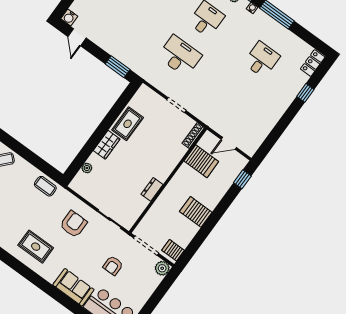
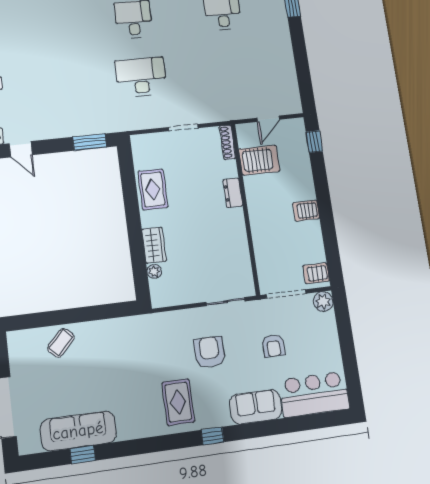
wardrobe: (107, 145) -> (154, 245), moved
coffee table: (45, 186) -> (129, 330), removed
dresser: (152, 189) -> (233, 193), moved
server rack: (196, 212) -> (306, 211), width x0.73, depth x0.70
armchair: (73, 224) -> (209, 352), moved
rug: (36, 247) -> (178, 402), turned 90
window: (37, 280) -> (213, 436), added

